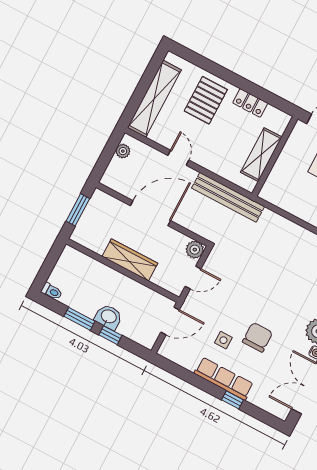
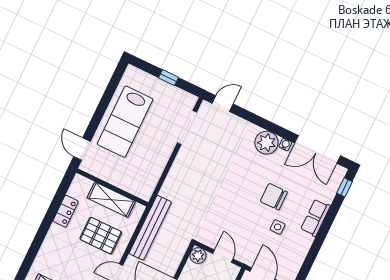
pallet: (206, 100) -> (101, 236), moved
row of seats: (224, 379) -> (315, 218), width x0.68
window: (233, 400) -> (345, 187), moved

